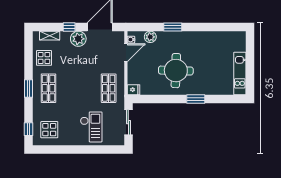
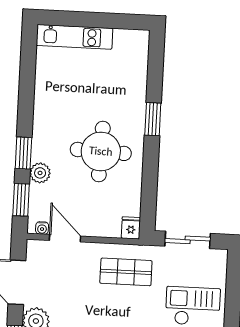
window: (146, 27) -> (21, 200), added
plant: (150, 37) -> (40, 173), moved
kitchen unit: (240, 74) -> (74, 37), moved

